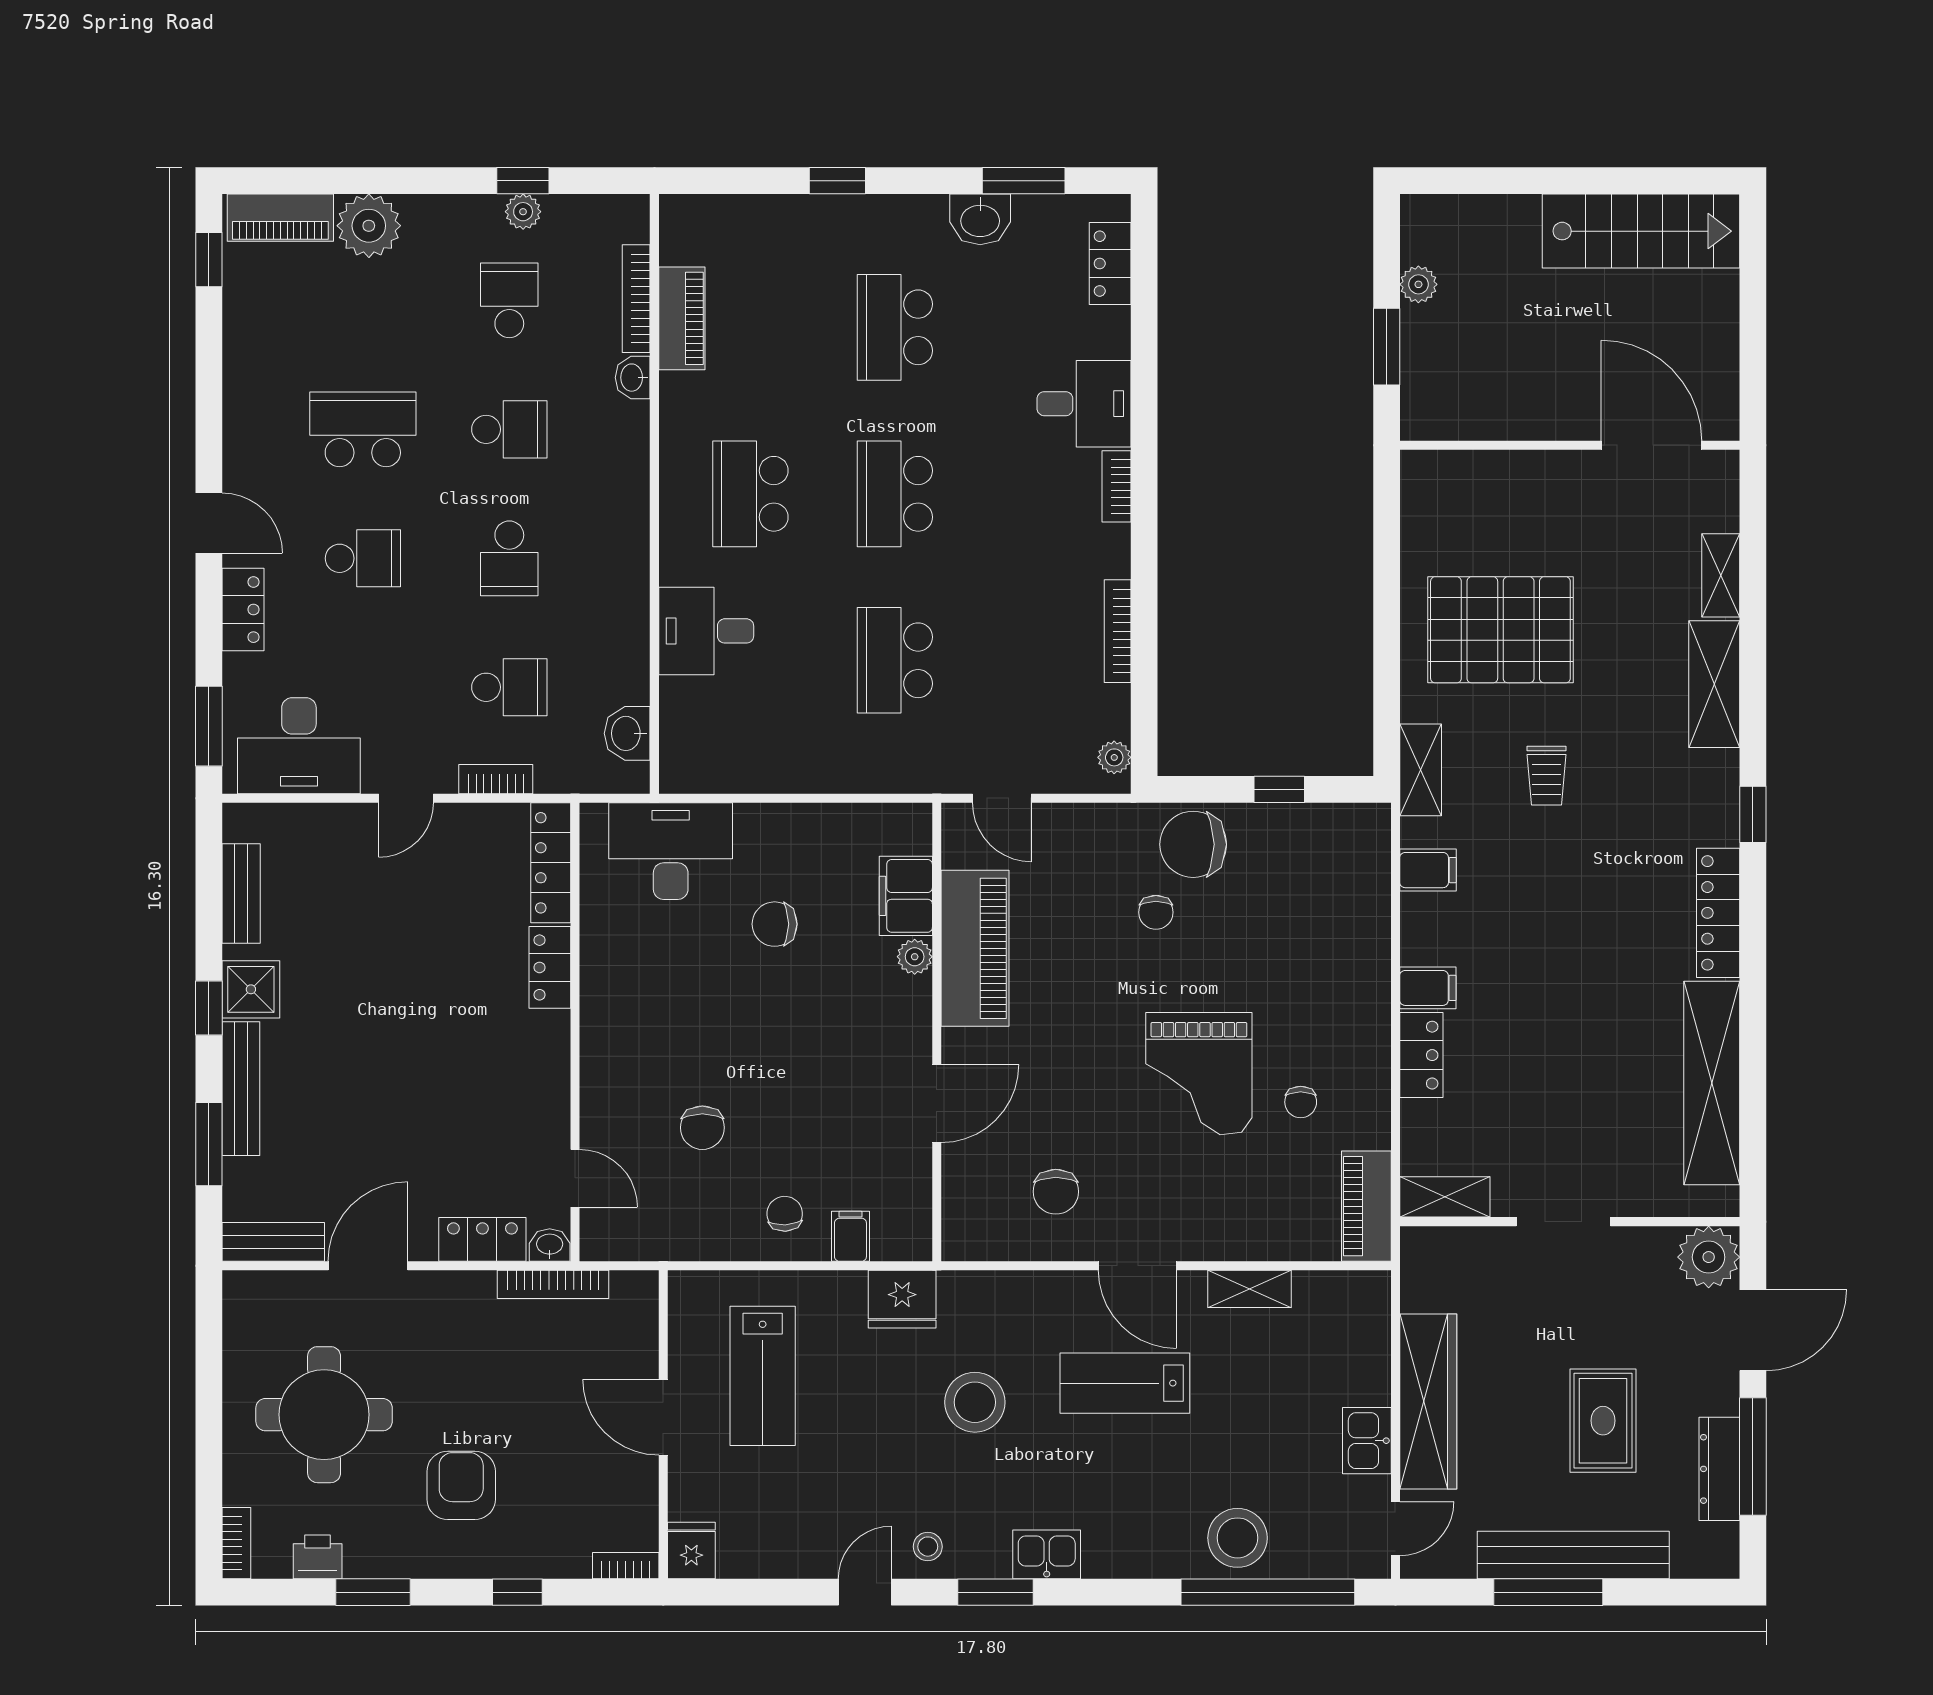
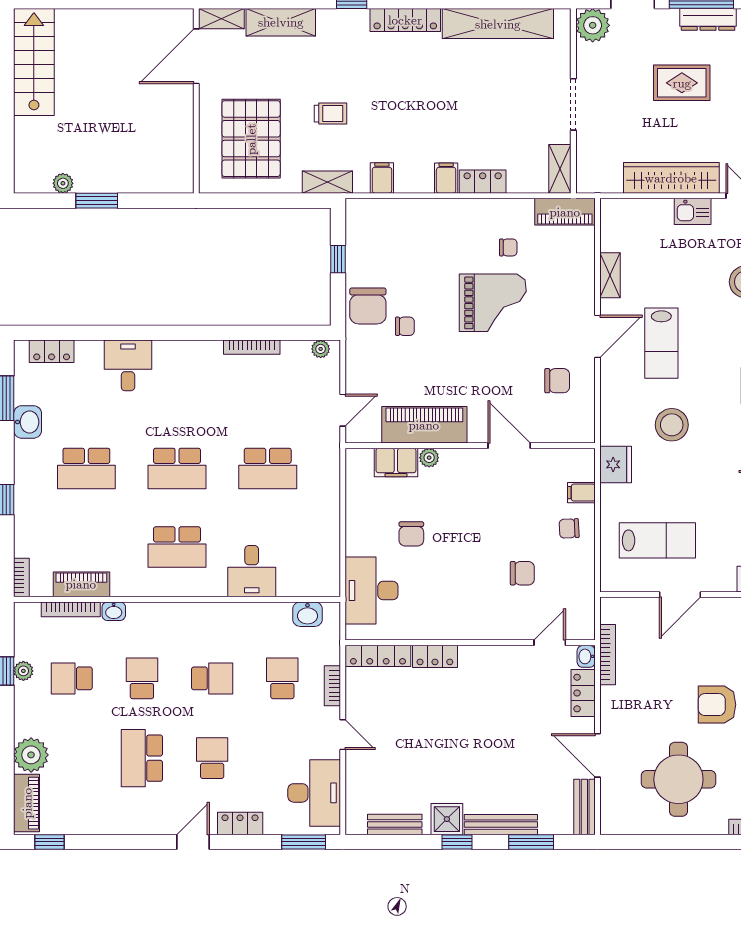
wall: (1570, 445) -> (196, 101), moved
door: (1652, 445) -> (196, 56), moved
bookcase: (1117, 486) -> (21, 578), moved, turned -90

